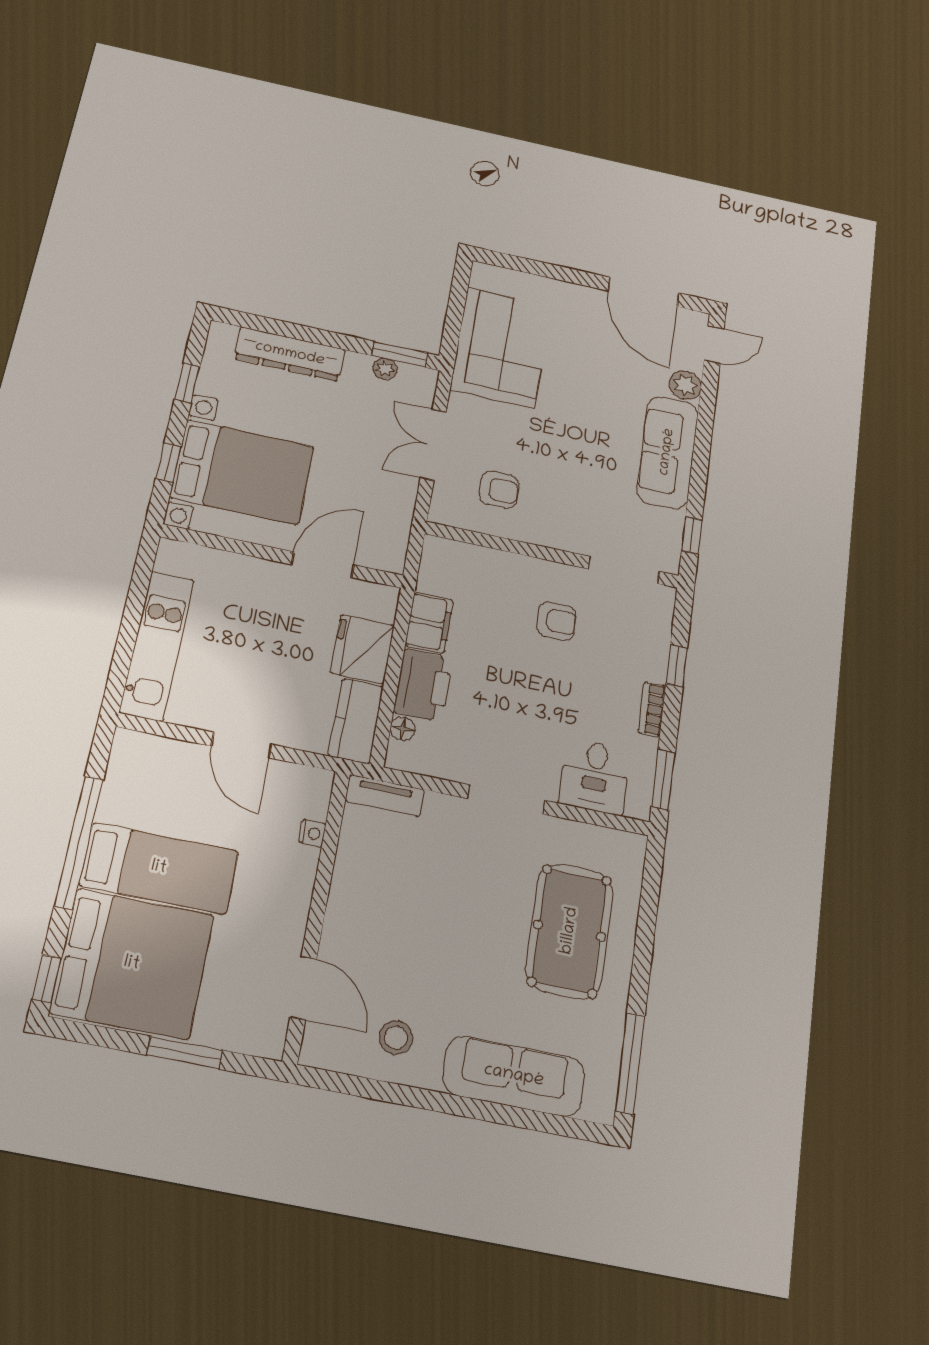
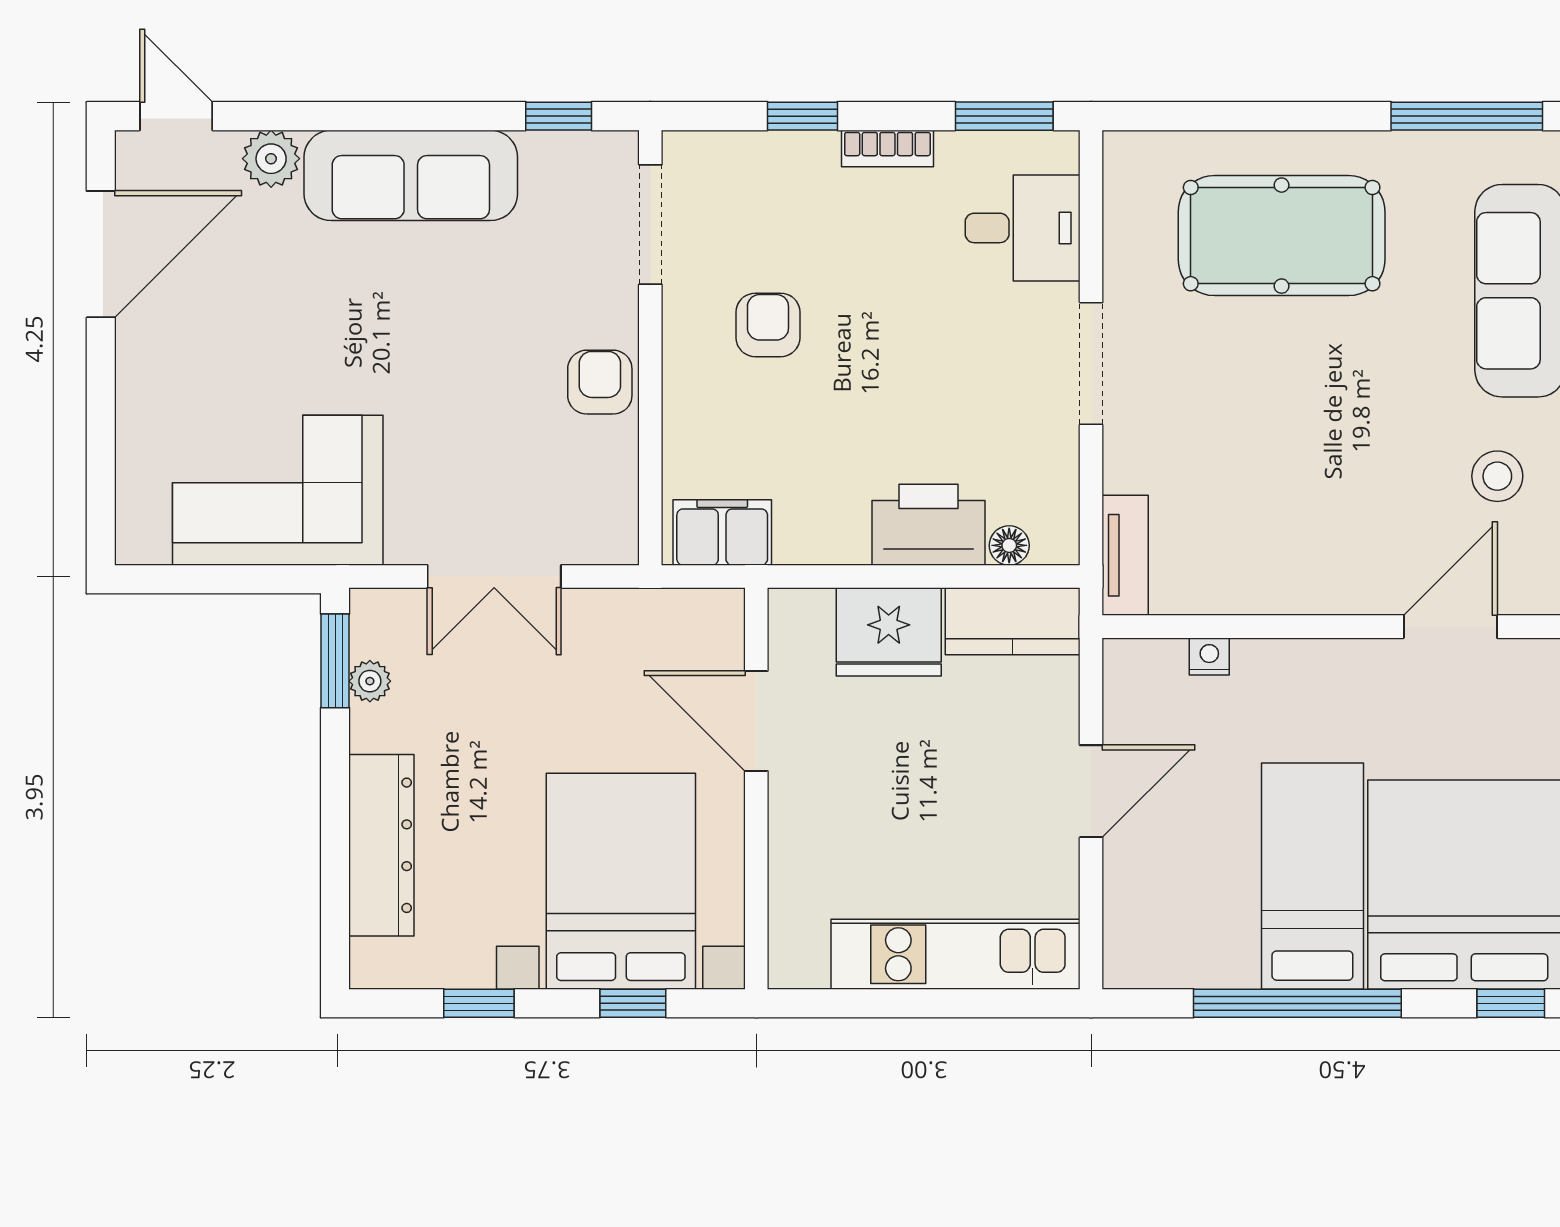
armchair: (499, 490) -> (600, 382), moved
filing cabinet: (429, 623) -> (722, 532), moved

